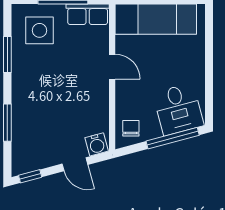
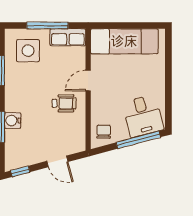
door: (112, 67) -> (88, 81), swing flipped
wheelchair: (83, 94) -> (64, 103), added
water cooler: (97, 144) -> (13, 121), moved, turned 105

